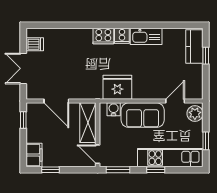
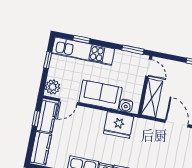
window: (206, 56) -> (36, 118), moved
kitchen counter: (195, 81) -> (47, 117), added
window: (156, 170) -> (81, 39), moved

